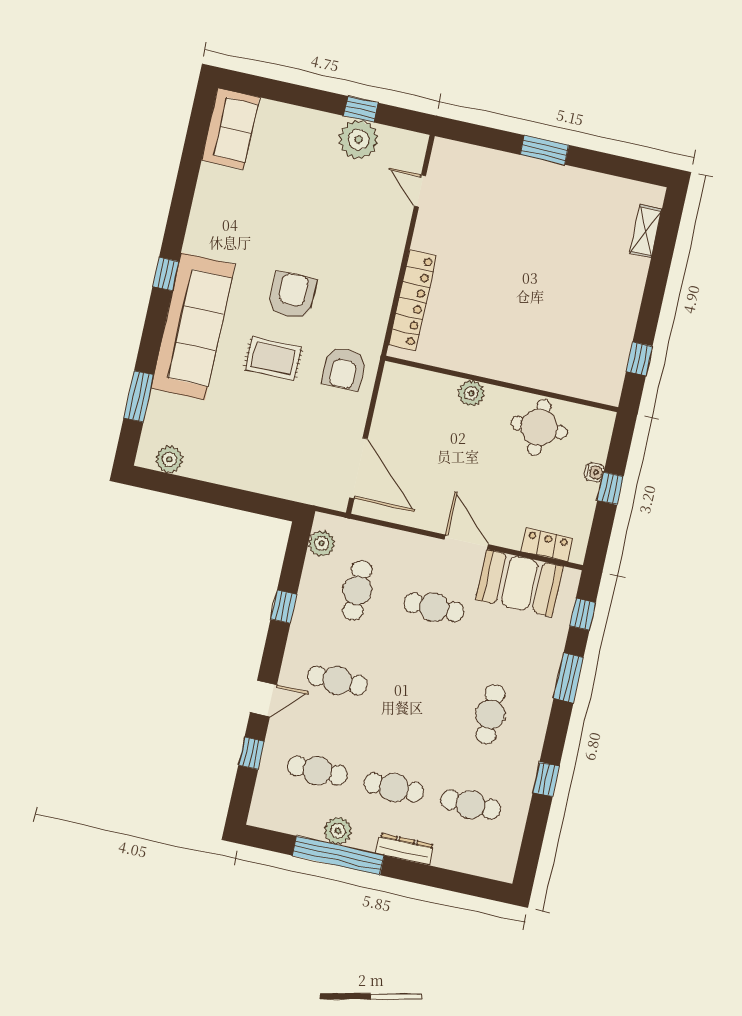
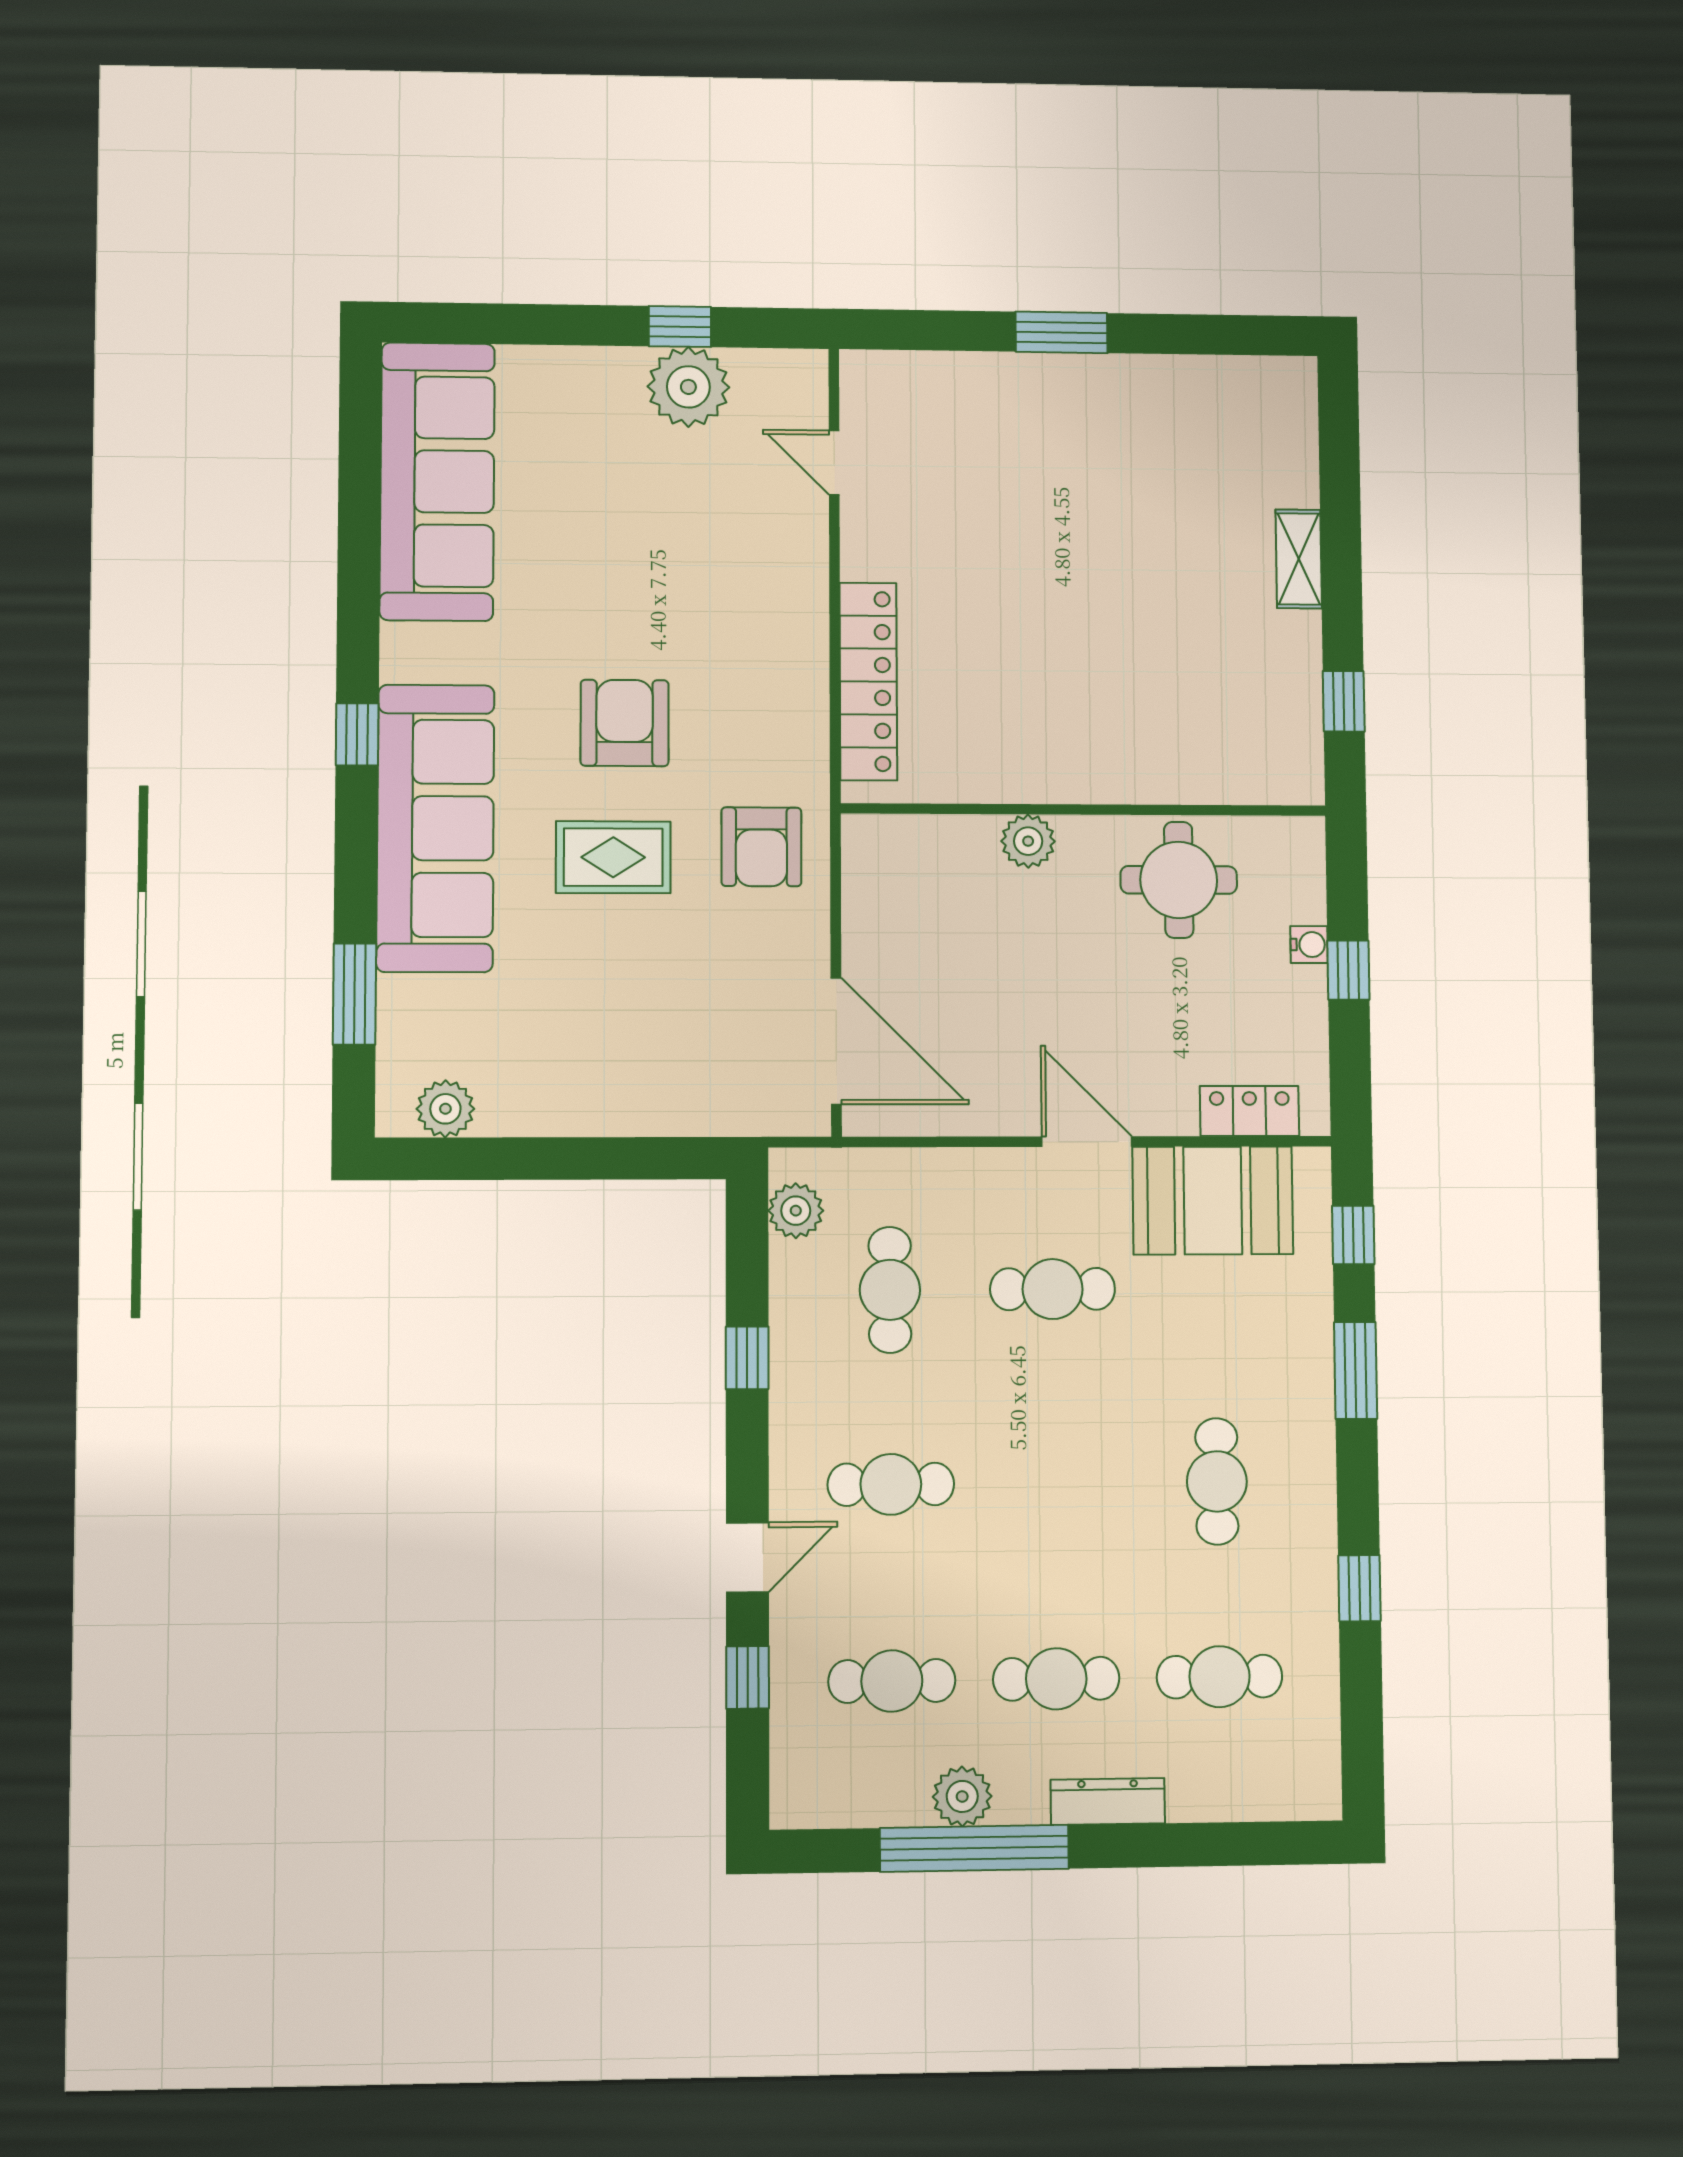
sofa: (230, 129) -> (437, 481), width x1.85, depth x1.27
shelving: (646, 231) -> (1299, 559), moved

